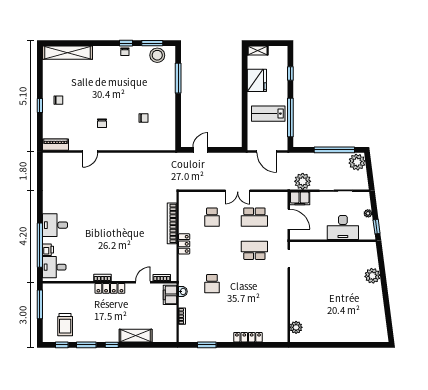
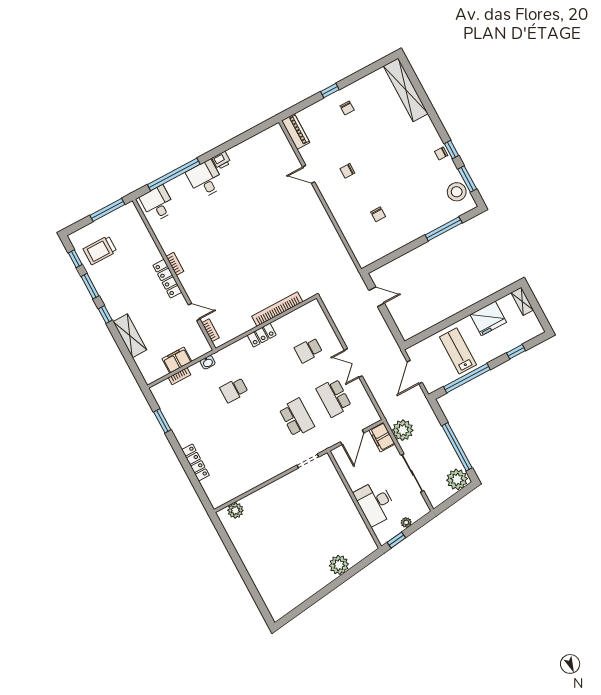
printer: (48, 250) -> (221, 160), moved
filing cabinet: (170, 295) -> (177, 360), moved

